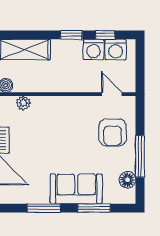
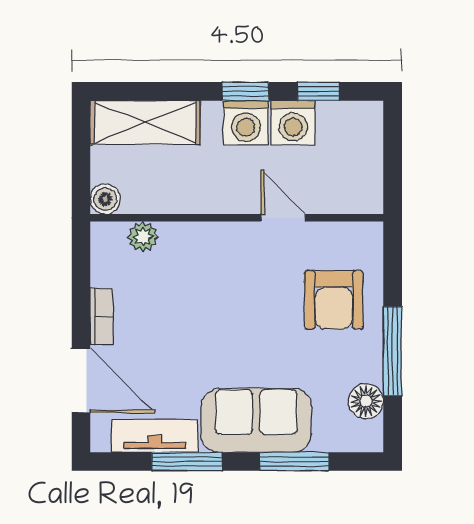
washing machine: (116, 50) -> (246, 123), moved
door: (112, 94) -> (283, 218), moved
tv unit: (29, 196) -> (155, 436), added

